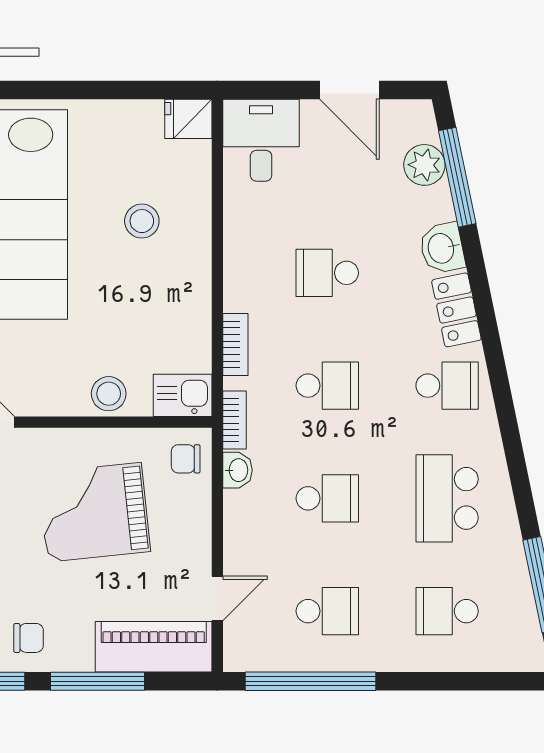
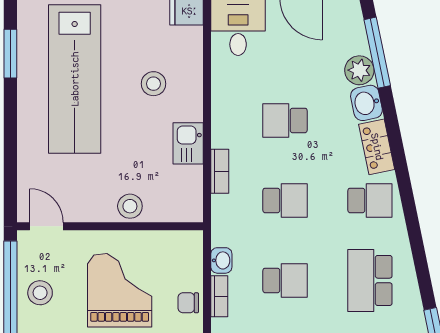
plant: (424, 165) -> (359, 70), moved
kitchen sink: (183, 395) -> (188, 143), moved, turned -90
bookcase: (235, 420) -> (219, 296), moved
chair: (186, 459) -> (188, 303), moved
grand piano: (94, 512) -> (120, 290), turned 96

